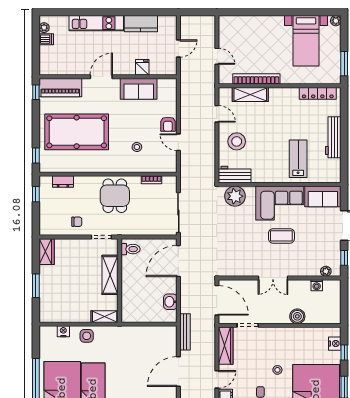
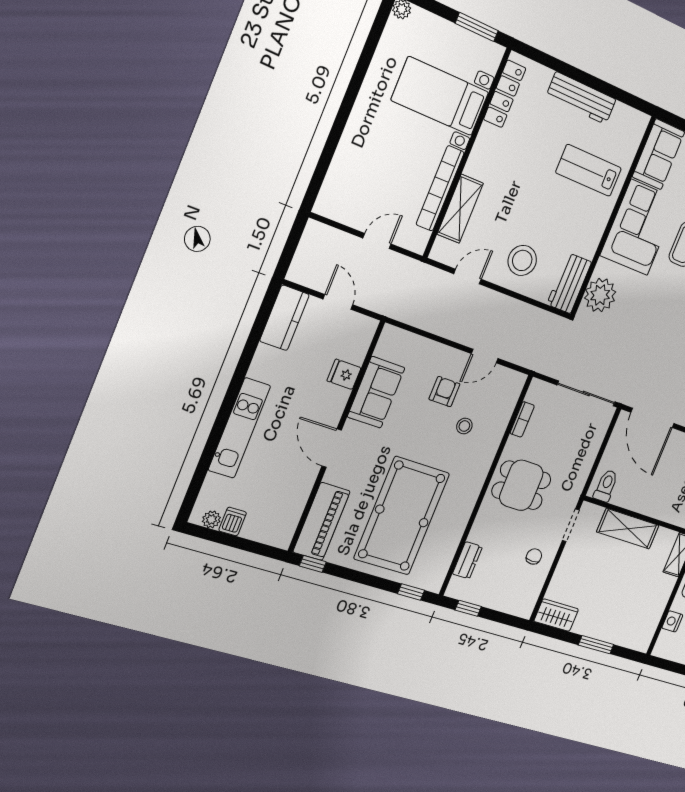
kitchen counter: (141, 24) -> (284, 318), moved
bed with nightstands: (306, 41) -> (440, 96), moved, turned 180
armchair: (168, 124) -> (444, 392), moved, turned -90

